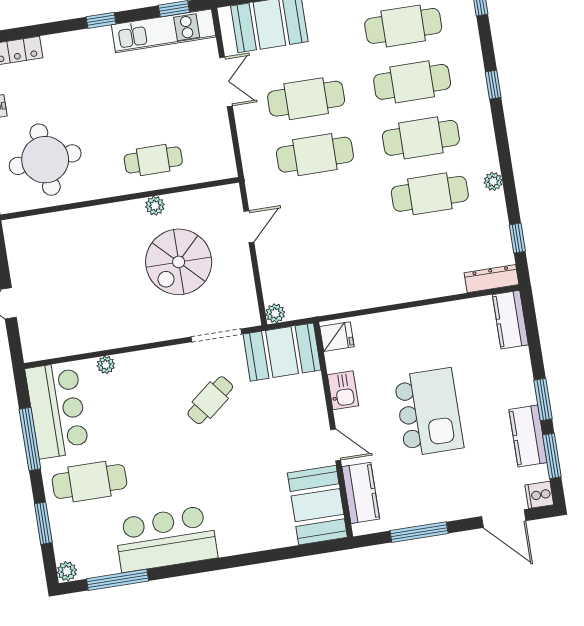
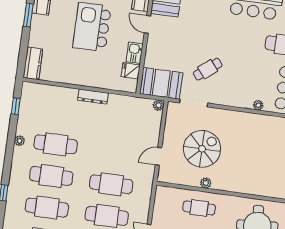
dresser: (491, 279) -> (93, 96), moved
fridge: (337, 337) -> (131, 71), moved

